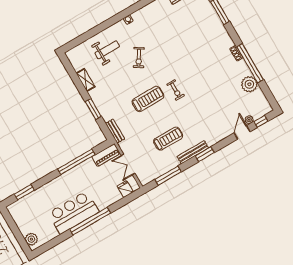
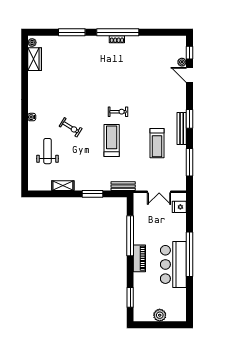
window: (250, 63) -> (118, 32), moved
plant: (249, 84) -> (151, 44), removed
treadmill: (168, 139) -> (157, 143), turned 180
piano: (106, 155) -> (139, 258), moved
plant: (31, 239) -> (160, 315), moved

